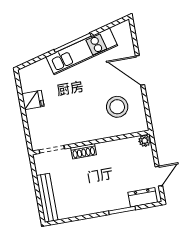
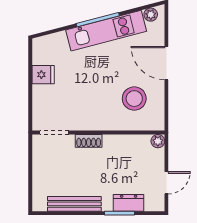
plant: (118, 30) -> (151, 15), added
dresser: (143, 197) -> (129, 203), moved
bench: (47, 198) -> (74, 204), moved, turned 90

